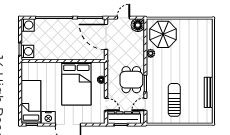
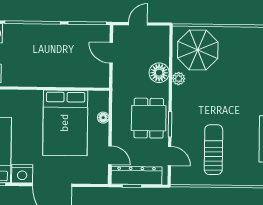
floor lamp: (138, 25) -> (159, 73), moved
door: (106, 37) -> (111, 53), width x0.53
door: (145, 104) -> (170, 156), swing flipped

